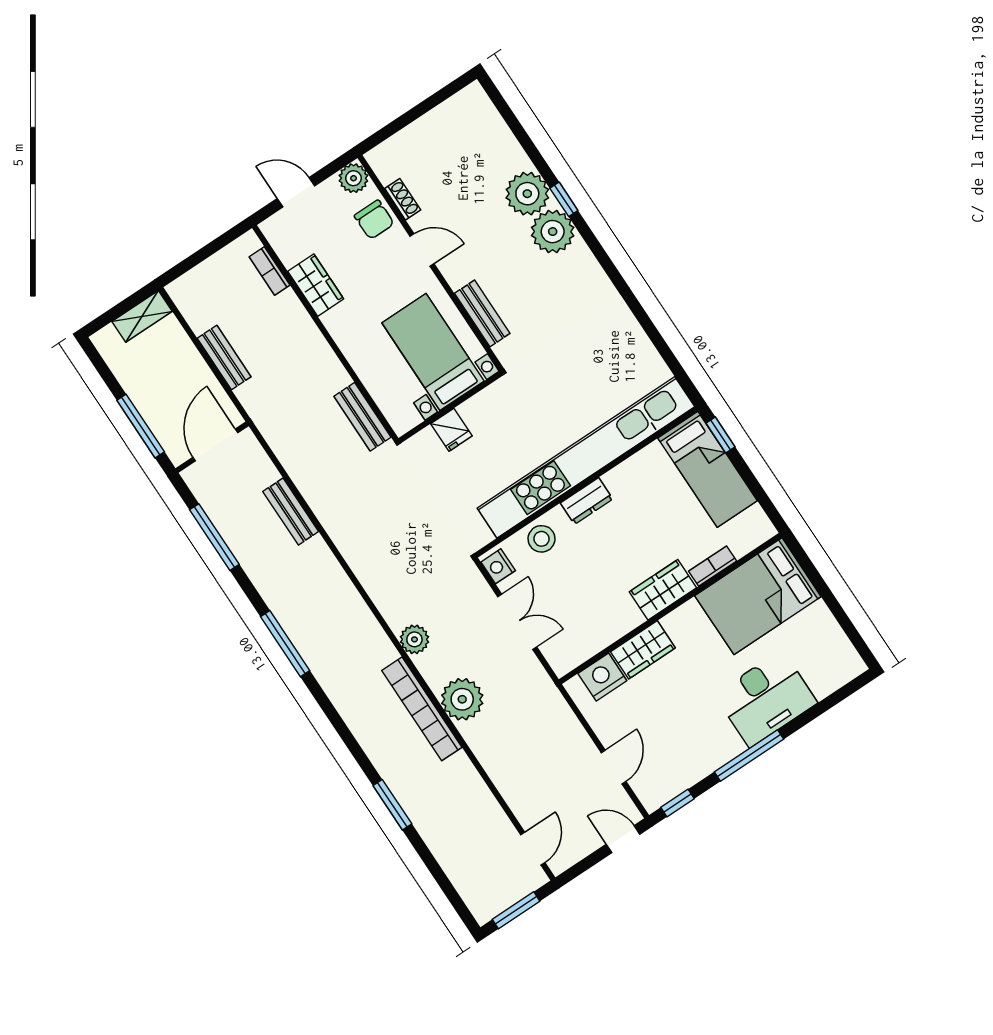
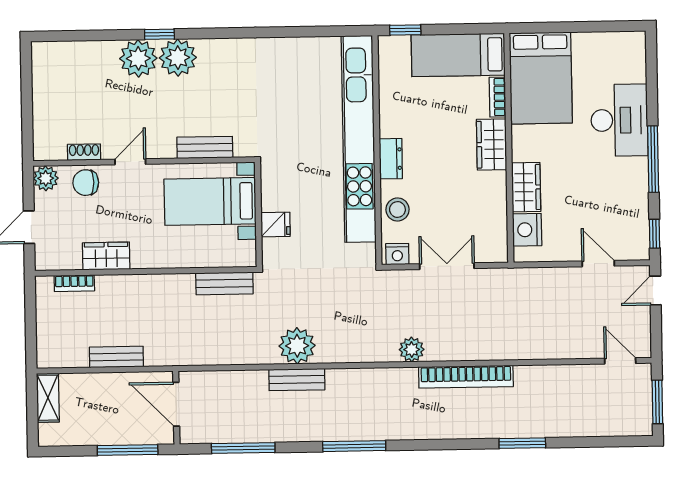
chair: (374, 220) -> (86, 183), turned 180
bed: (708, 469) -> (458, 55), moved, turned 180
bench: (291, 512) -> (297, 380), moved
plant: (462, 699) -> (297, 346), moved

